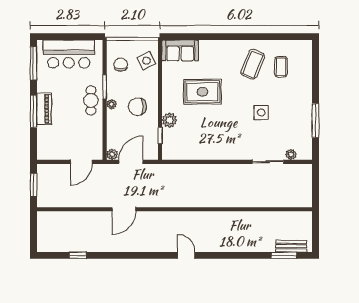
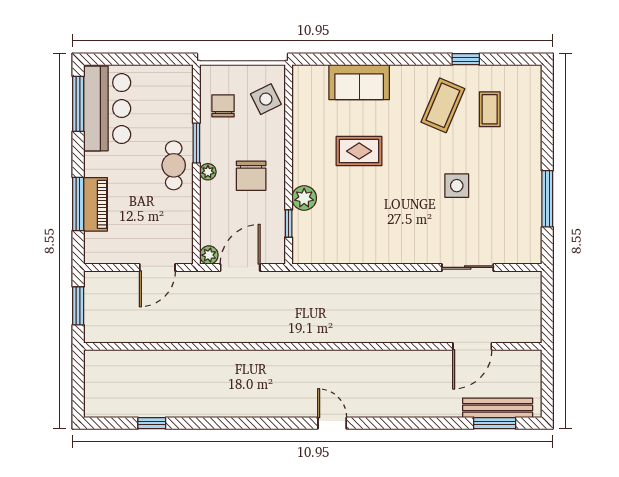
window: (267, 37) -> (466, 59), added
sofa: (180, 50) -> (359, 82), moved
bar counter: (69, 54) -> (107, 109), moved, turned -90
rug: (202, 92) -> (359, 151), width x0.73, depth x0.70
chair: (138, 107) -> (251, 176), turned -90
piano: (44, 109) -> (96, 204), moved
window: (33, 111) -> (78, 204), moved
plant: (291, 154) -> (506, 255), removed
door: (124, 209) -> (472, 346), moved
bench: (291, 246) -> (498, 408), width x1.36

